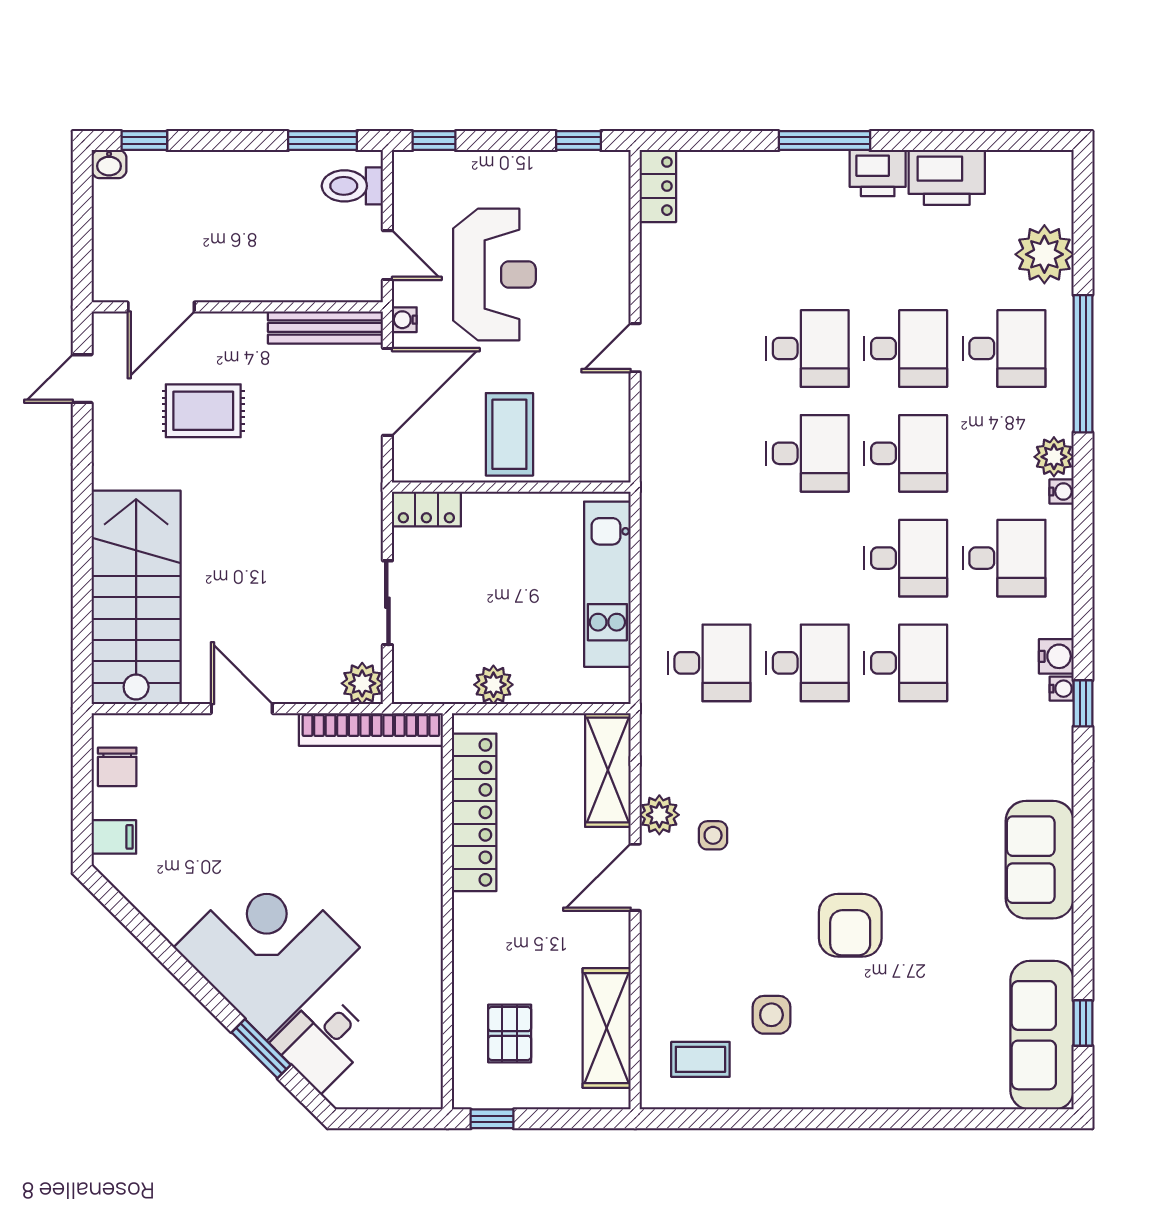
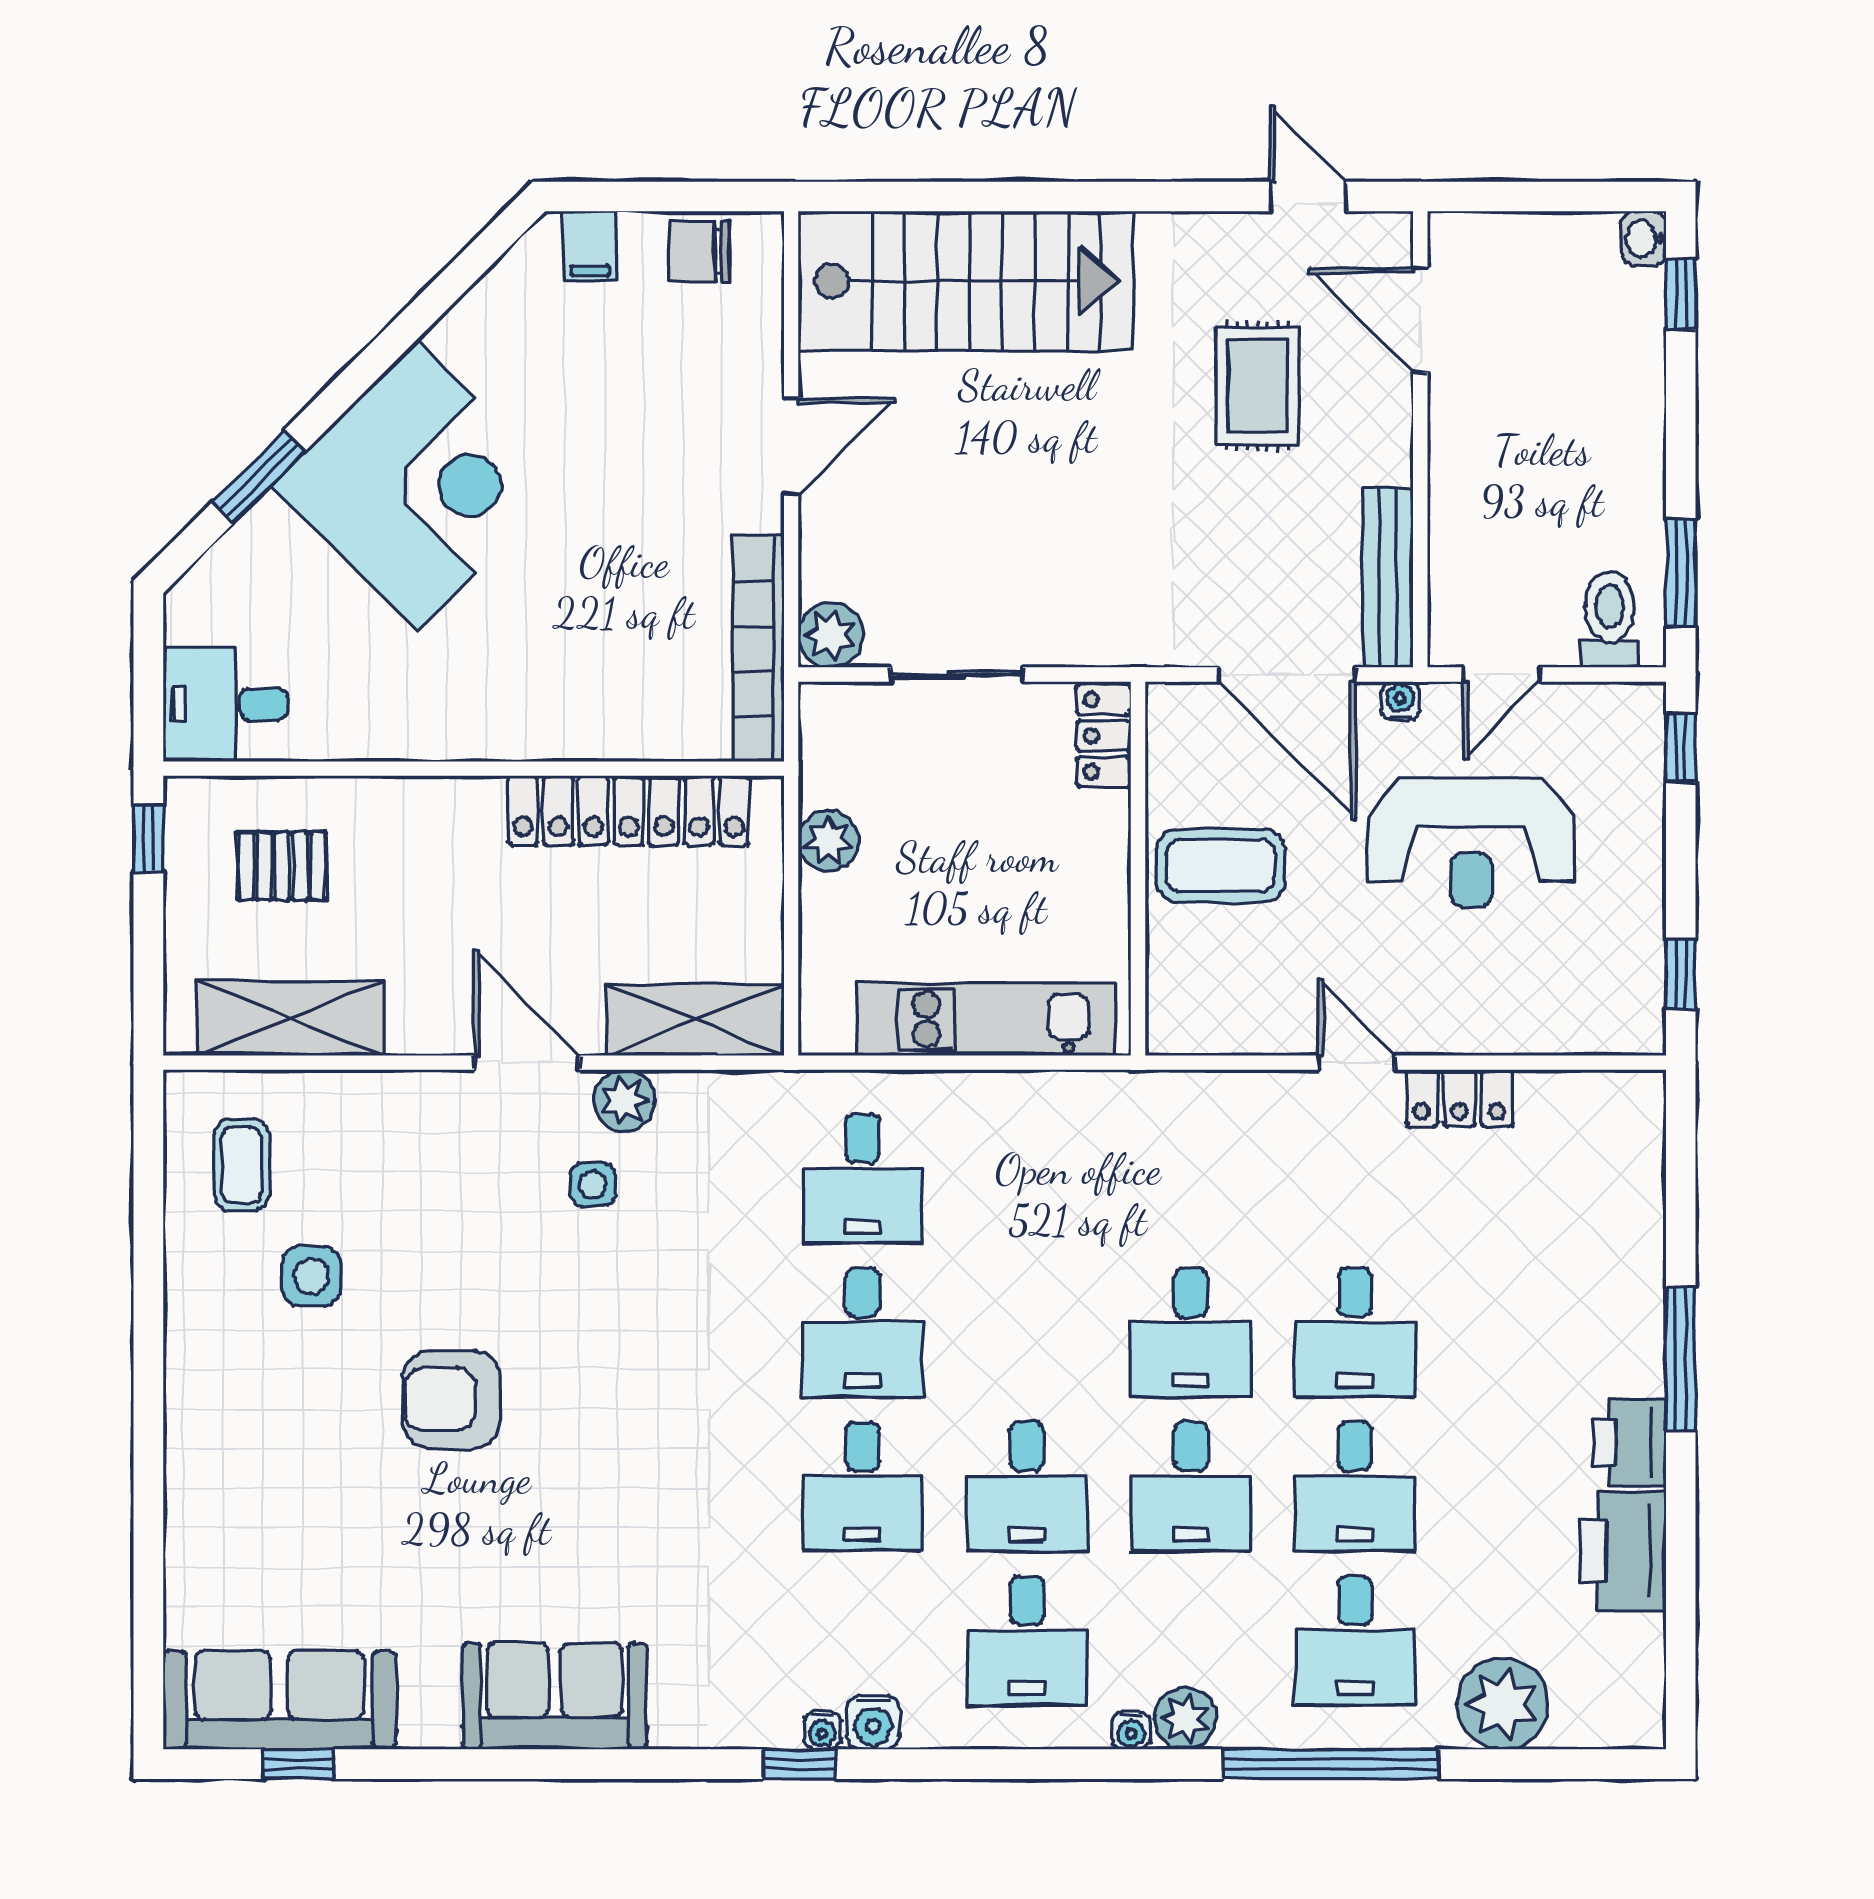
locker: (658, 186) -> (1459, 1098), moved
desk: (323, 1041) -> (225, 704), moved, turned -45

